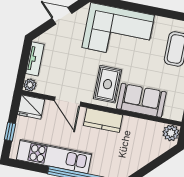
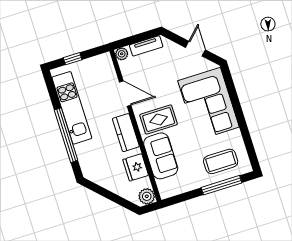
door: (67, 101) -> (125, 94), swing flipped
fridge: (31, 107) -> (136, 167), moved

